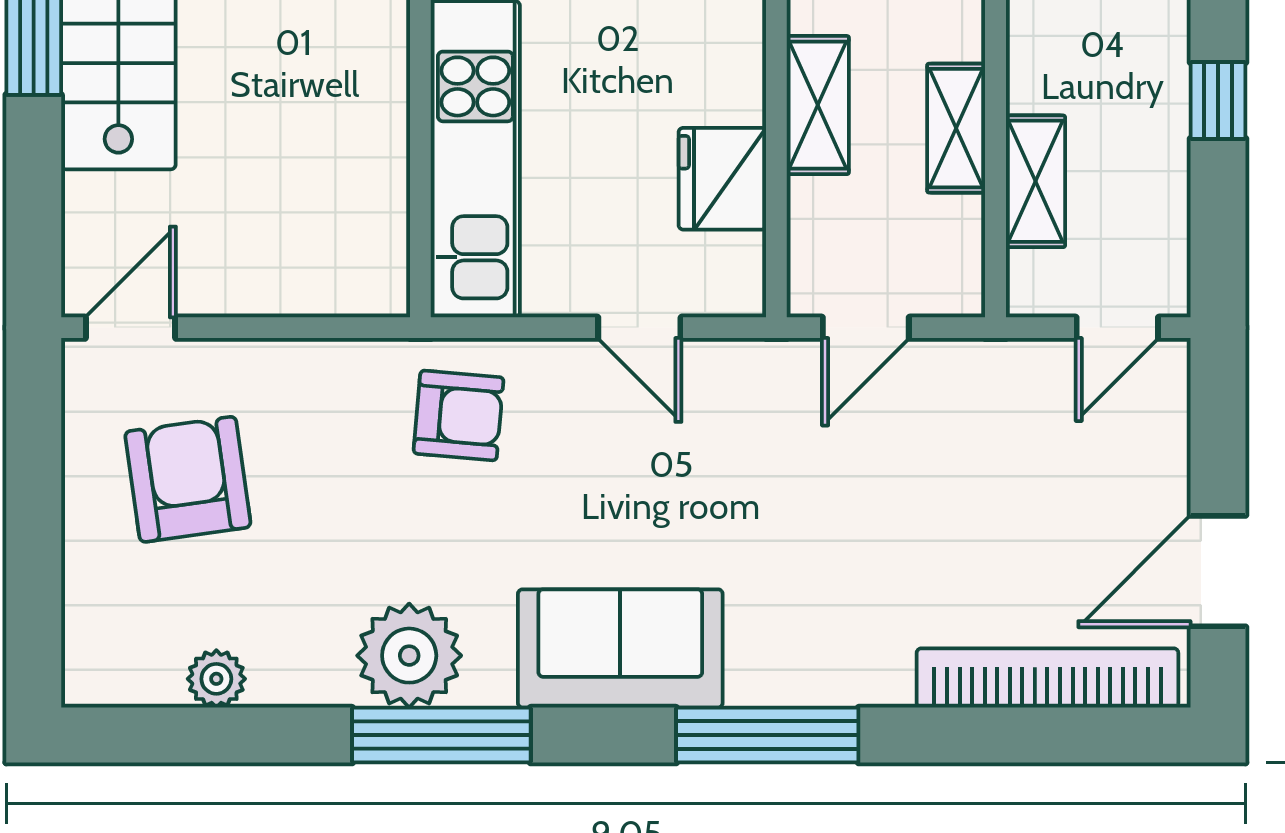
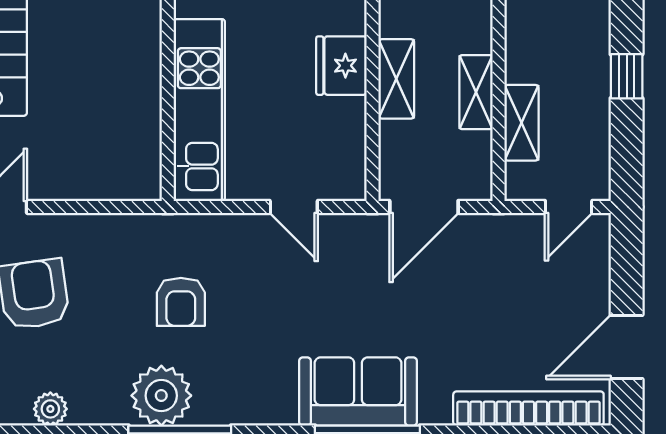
fridge: (722, 179) -> (341, 66), moved
door: (866, 328) -> (424, 207), width x1.38
armchair: (459, 415) -> (181, 302), moved, turned 85
sofa: (620, 648) -> (358, 391), moved

